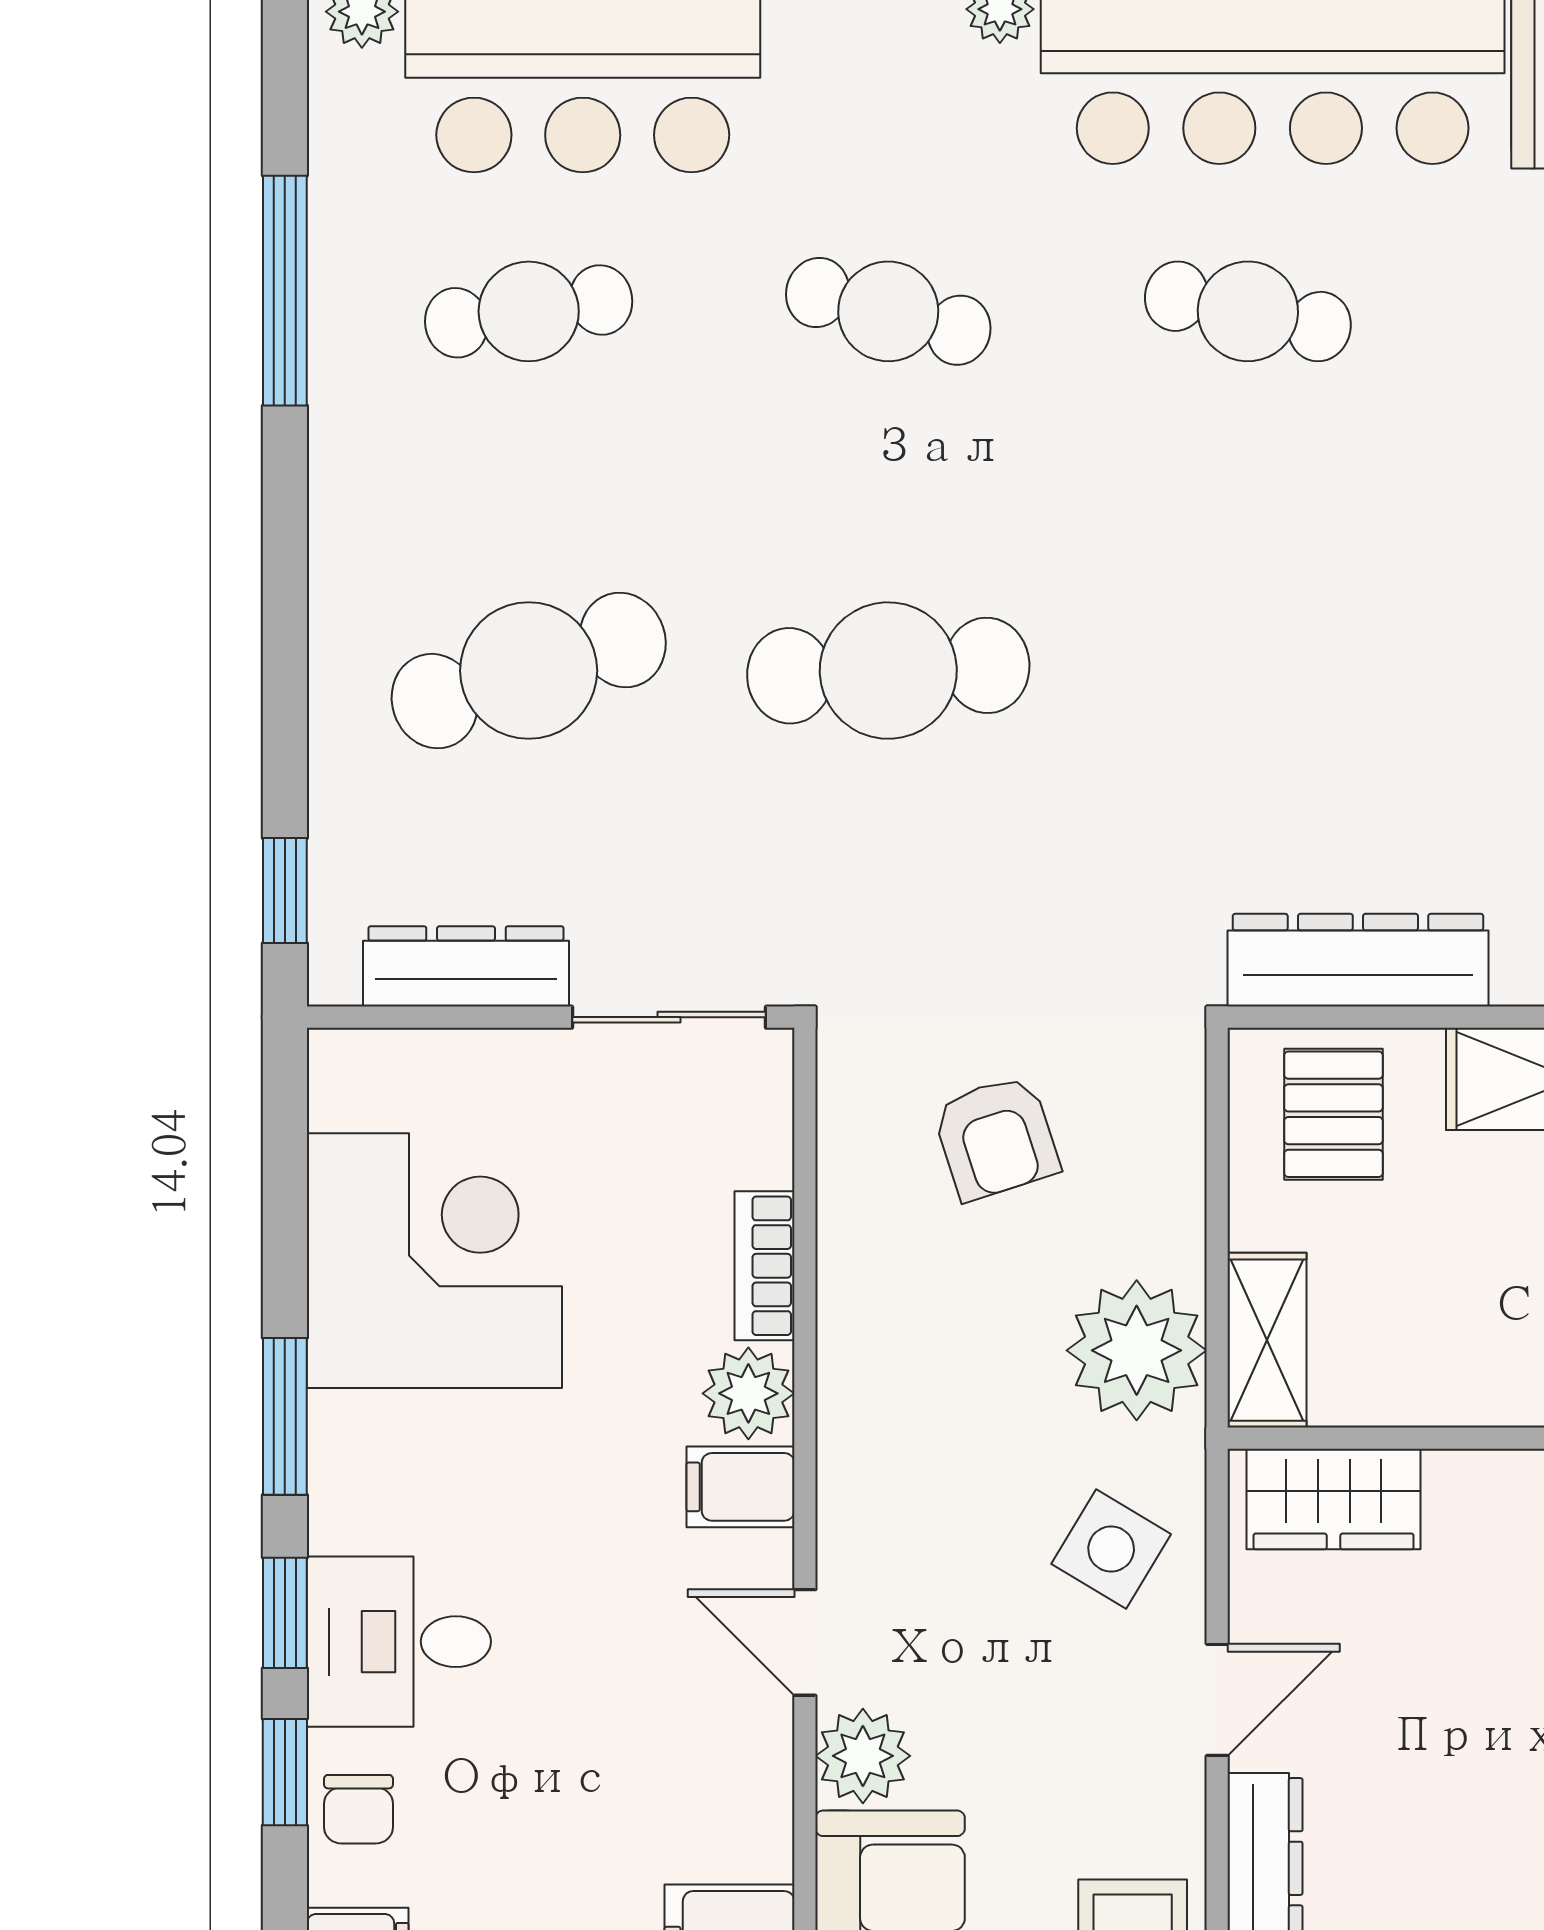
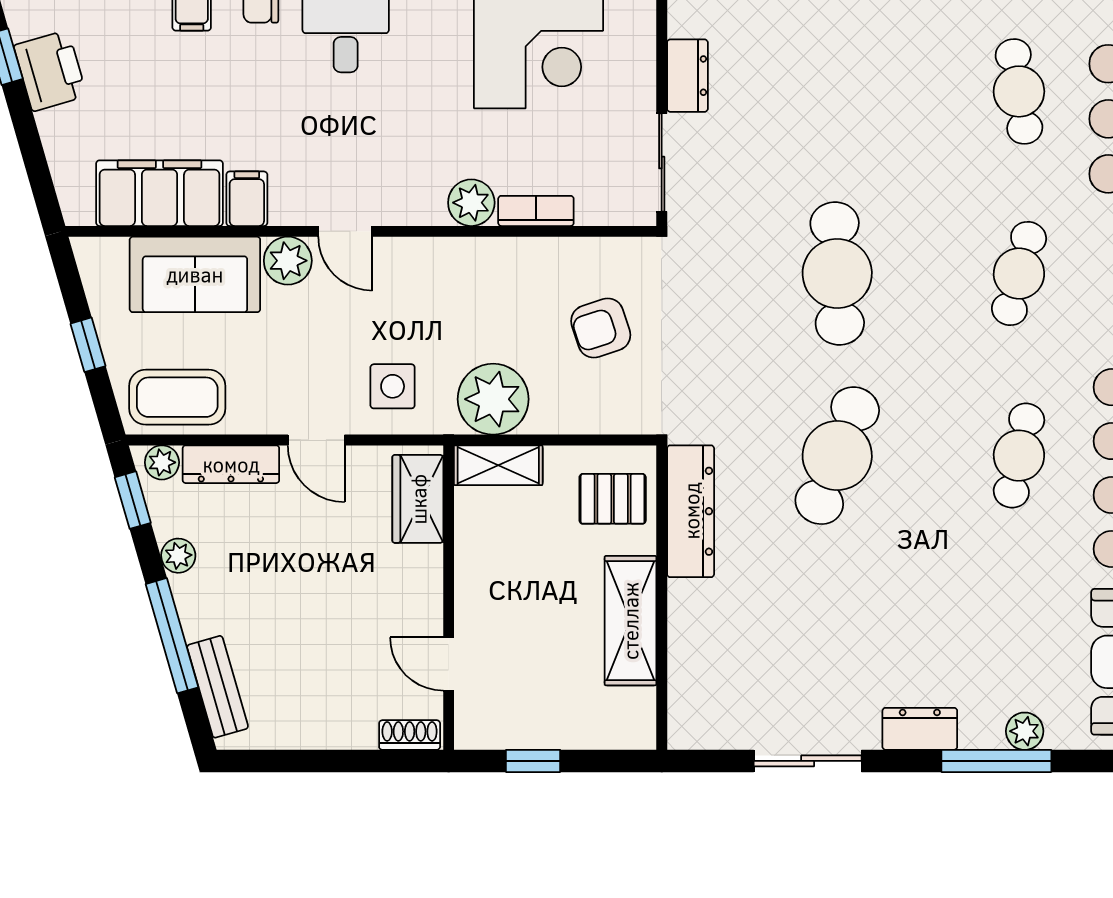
cafe table: (529, 671) -> (837, 456), moved, turned 39
dresser: (466, 966) -> (687, 76), width x0.70
filing cabinet: (741, 1487) -> (247, 199), moved
side table: (1111, 1549) -> (393, 386), turned -31
door: (805, 1642) -> (345, 231), swing flipped

